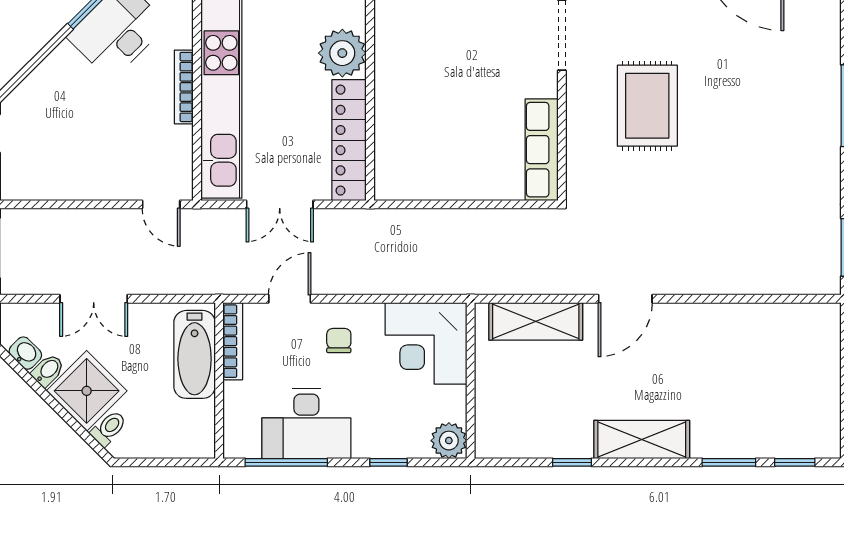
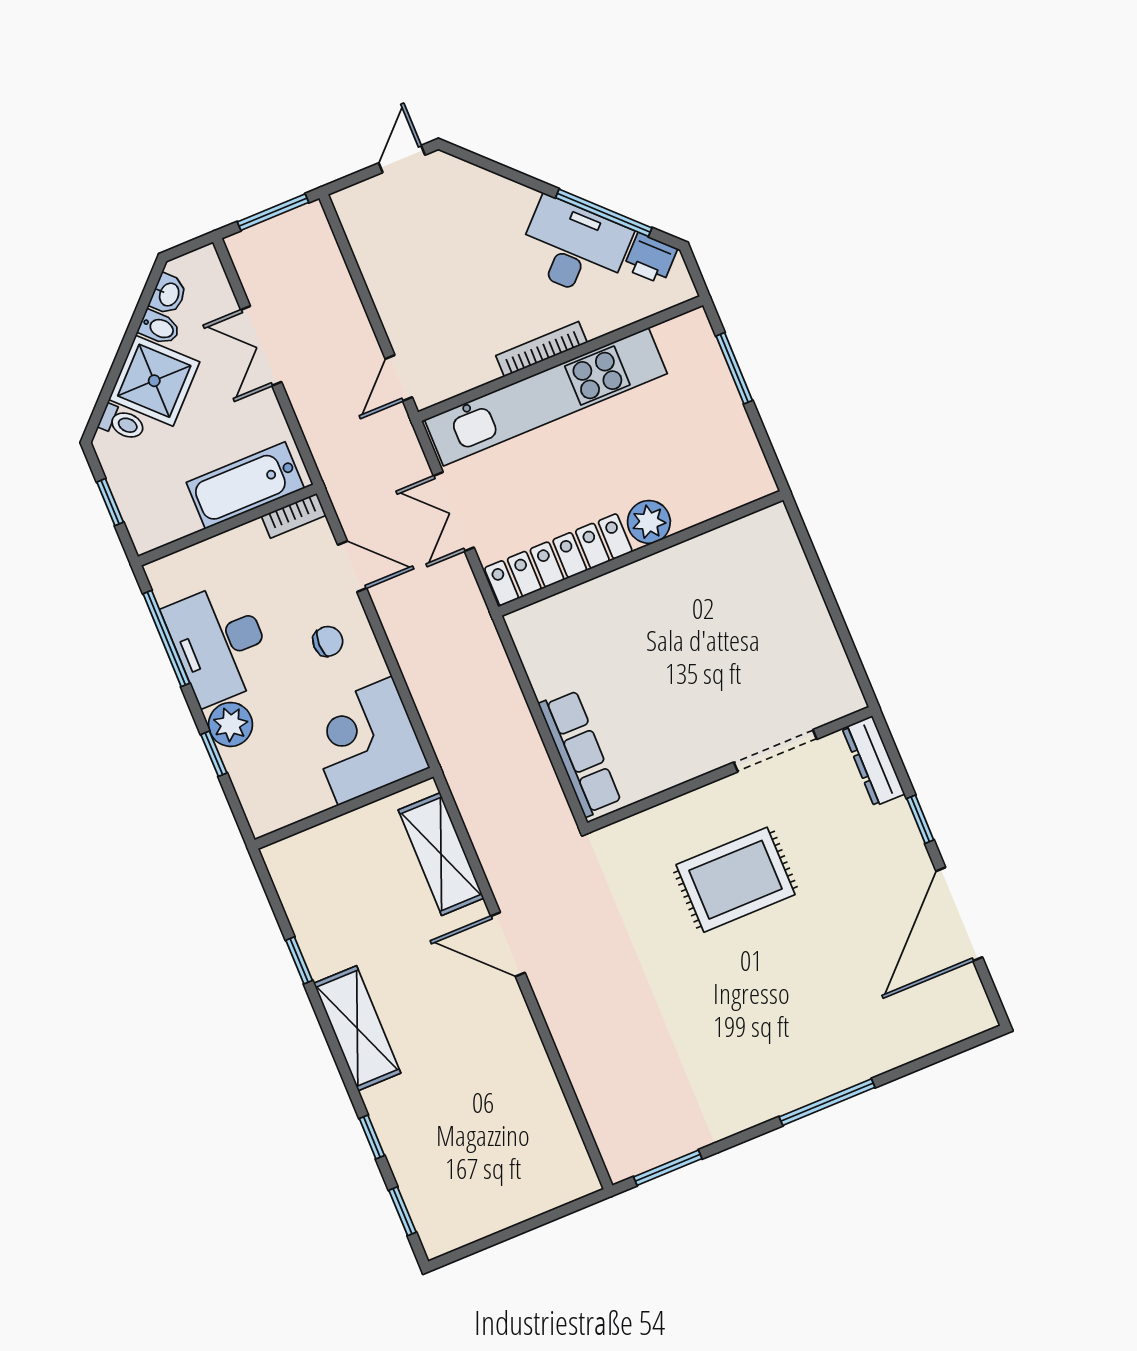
plant: (342, 53) -> (649, 522), width x0.73, depth x0.73
row of seats: (542, 150) -> (580, 753), moved, turned 90
bookcase: (233, 341) -> (294, 516), width x0.64
plant: (449, 441) -> (230, 724), moved
window: (165, 462) -> (110, 502), added
window: (729, 462) -> (372, 1137), width x0.67

